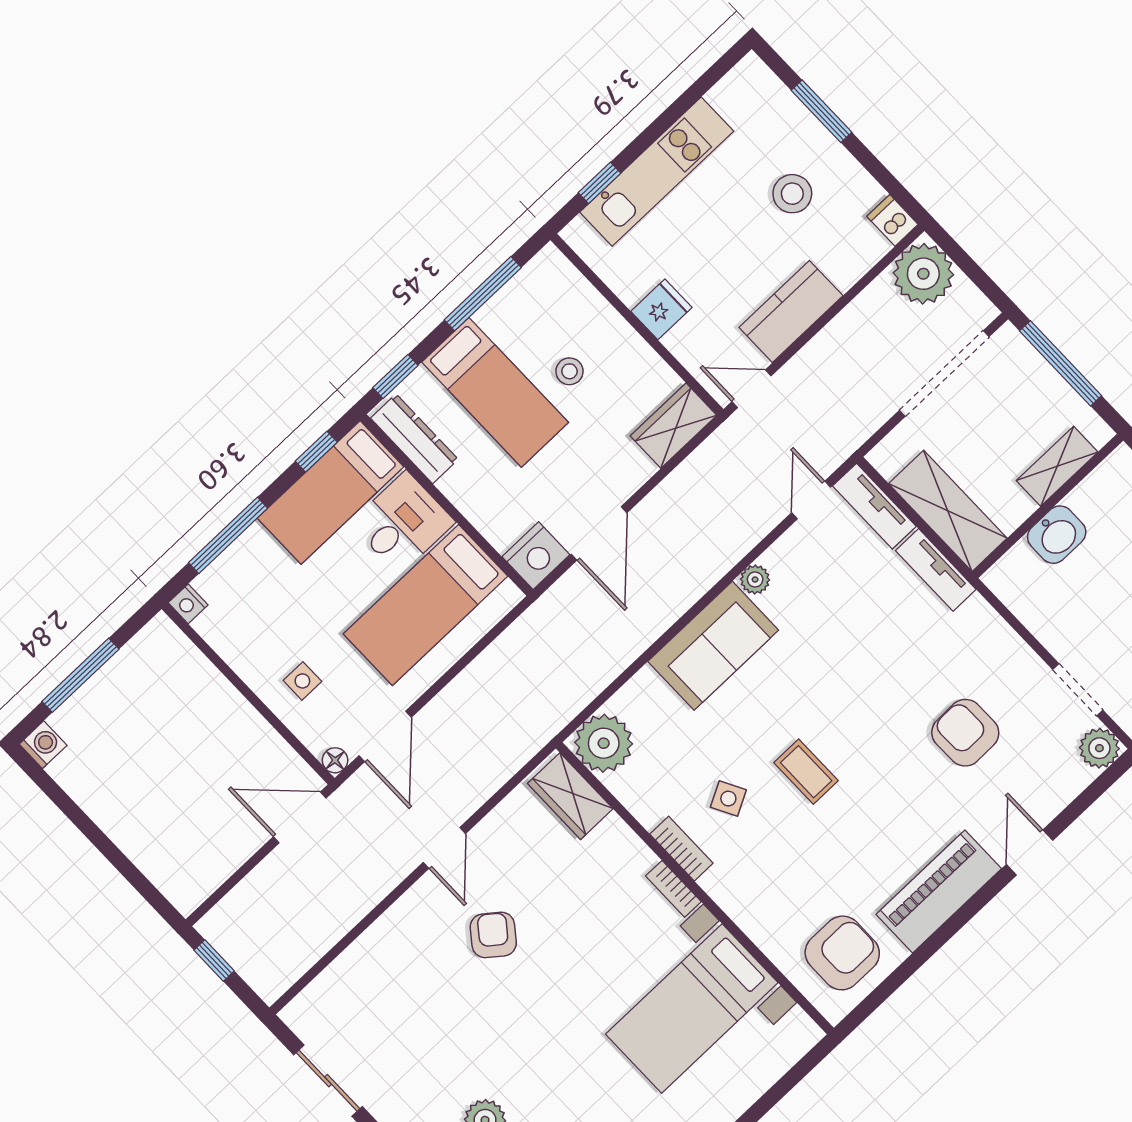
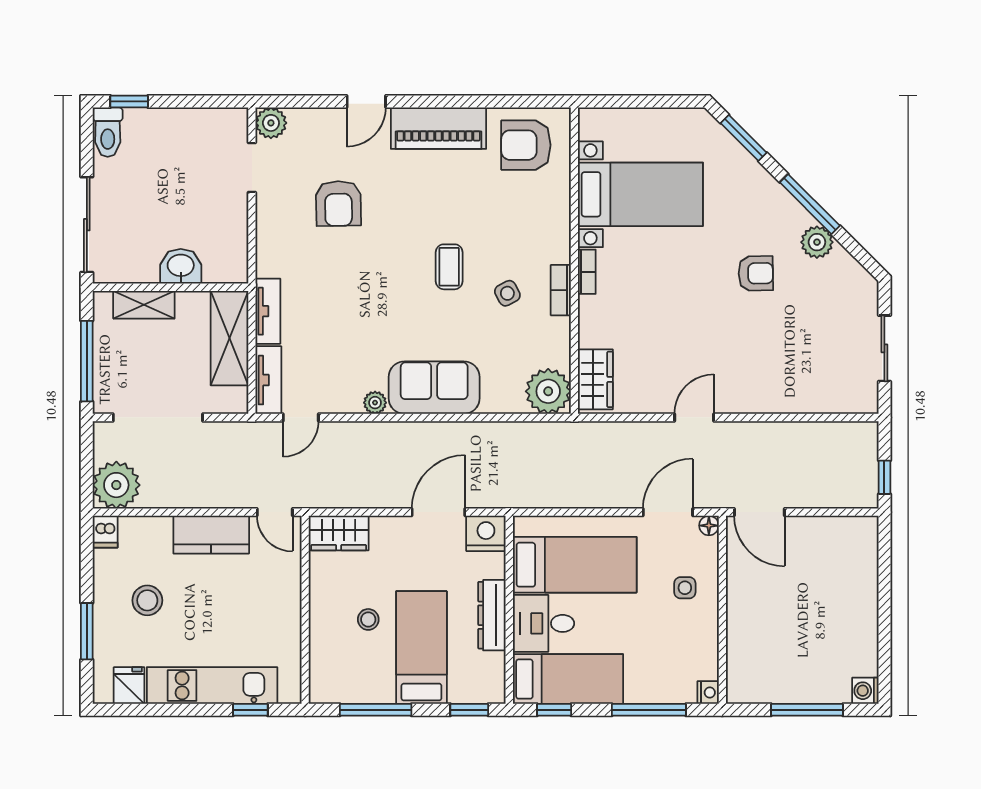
fridge: (661, 309) -> (129, 686), moved, turned 90
dresser: (414, 439) -> (492, 615), moved
armchair: (493, 935) -> (756, 273), moved, turned -129

